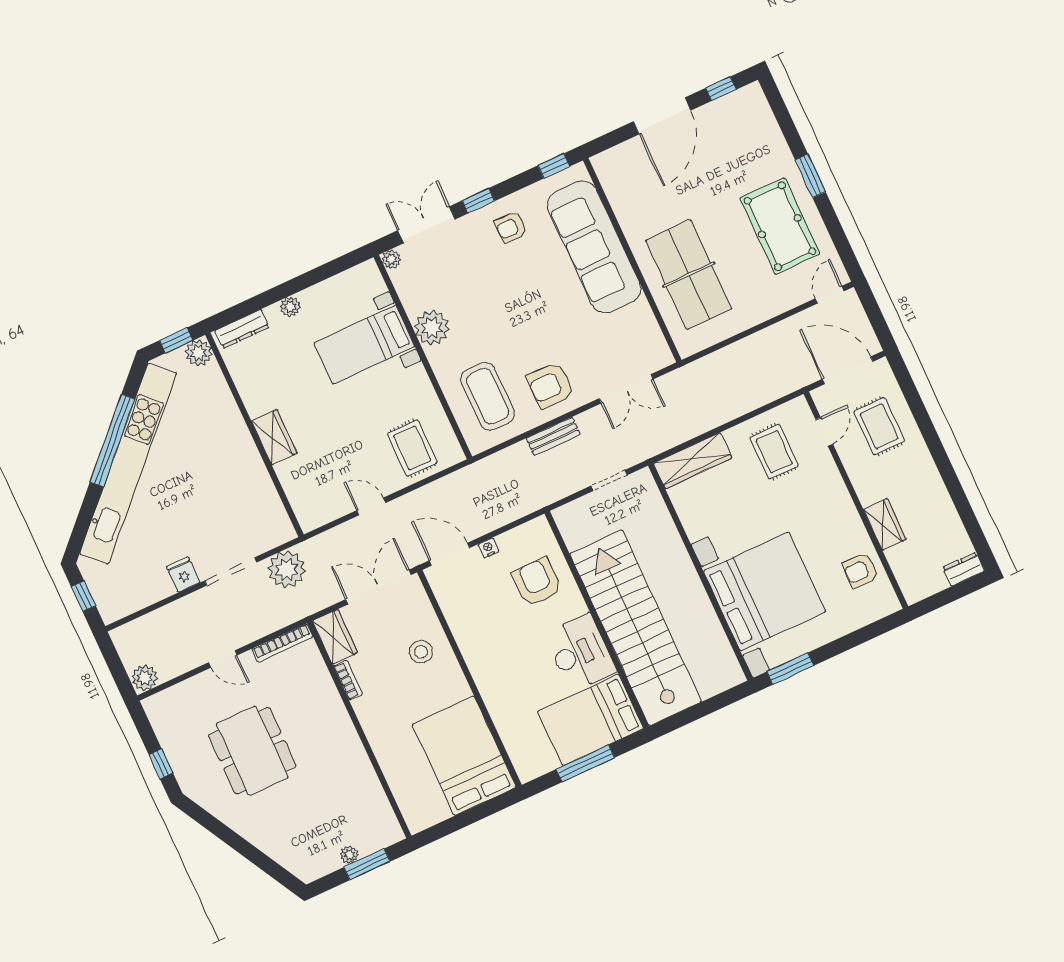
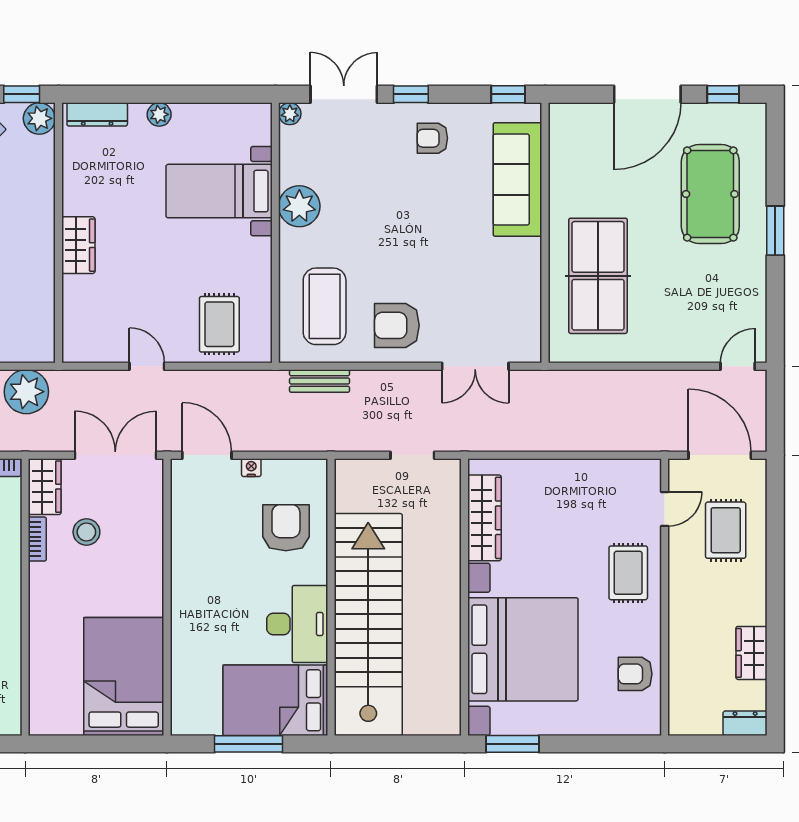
pool table: (780, 226) -> (710, 194), moved
sofa: (594, 247) -> (518, 179), width x0.74, depth x0.79
bench: (553, 436) -> (320, 381), moved
rug: (774, 452) -> (628, 573), moved
wardrobe: (693, 461) -> (484, 518), moved, turned -90
wardrobe: (885, 524) -> (752, 653), moved, turned 180
stool: (421, 652) -> (86, 532), moved

